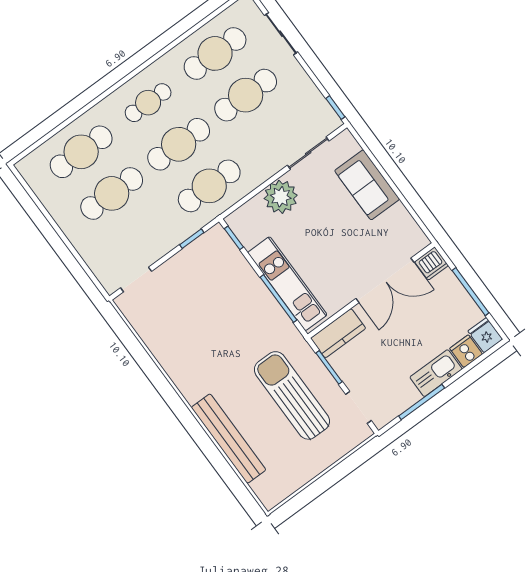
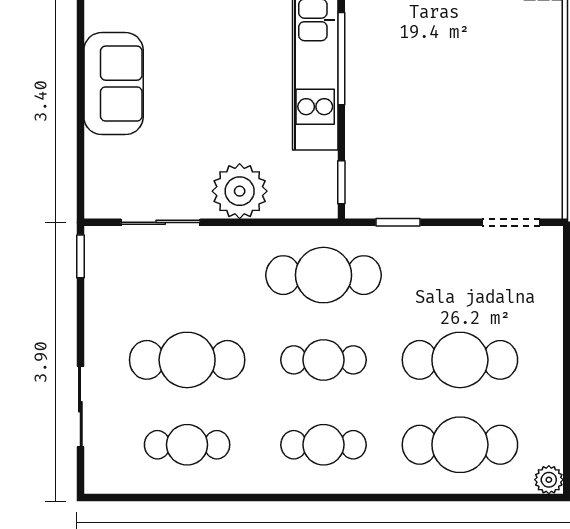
cafe table: (215, 53) -> (187, 445), width x0.73, depth x0.74
cafe table: (179, 144) -> (324, 360), width x0.73, depth x0.74
plant: (25, 167) -> (549, 480), added
sofa: (367, 185) -> (114, 84), moved

